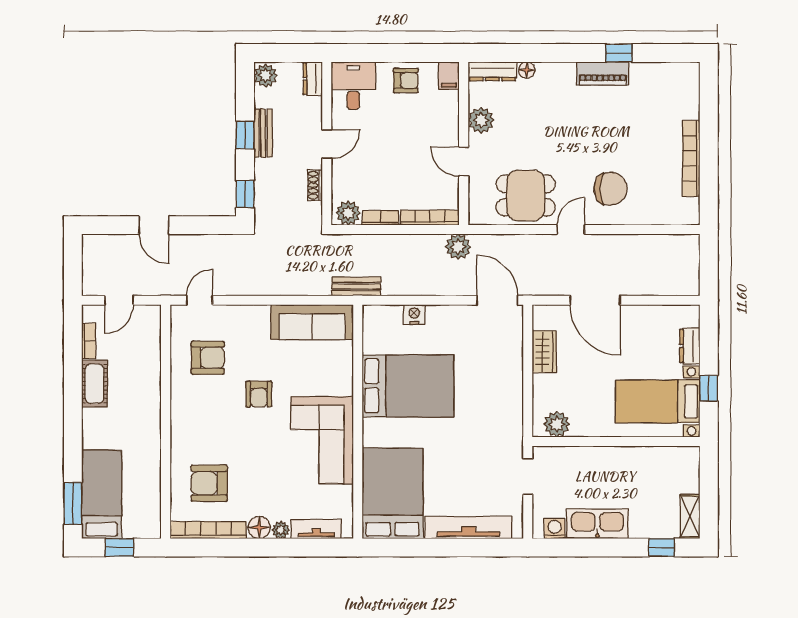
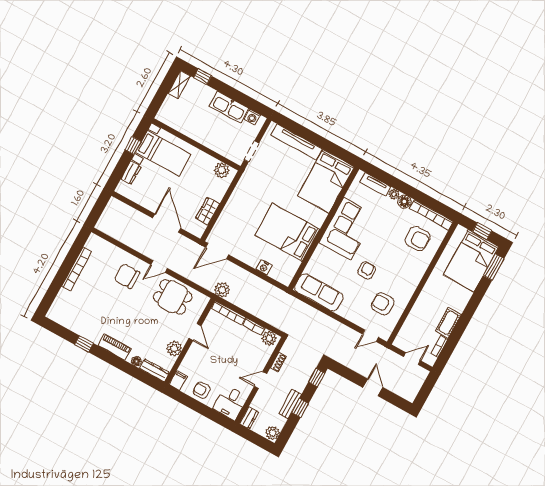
piano: (603, 73) -> (115, 347), moved
bench: (356, 286) -> (286, 298), removed
door: (497, 300) -> (217, 251), hinge flipped
bed: (102, 494) -> (471, 261), width x1.50

